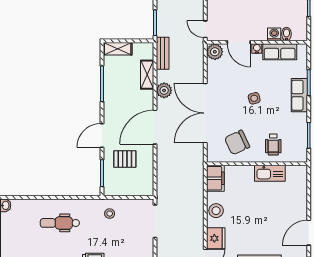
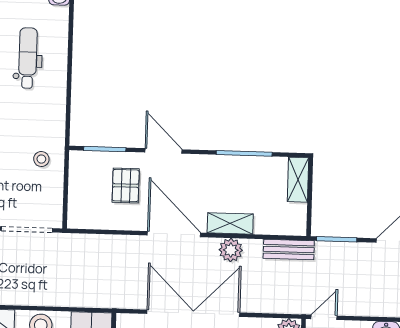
shelving: (147, 75) -> (230, 223), moved
dental chair: (60, 223) -> (28, 58), moved

